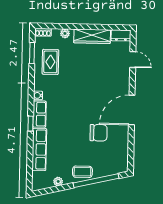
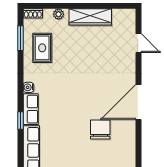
dresser: (121, 35) -> (124, 15), removed
chair: (99, 133) -> (100, 130), turned -90

